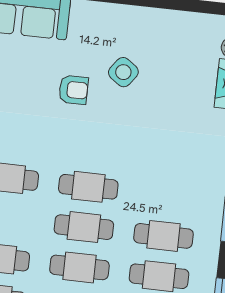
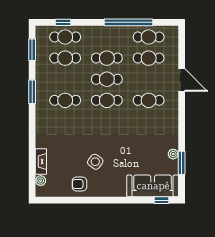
armchair: (73, 90) -> (79, 184), moved
cafe table: (163, 236) -> (65, 100), moved

